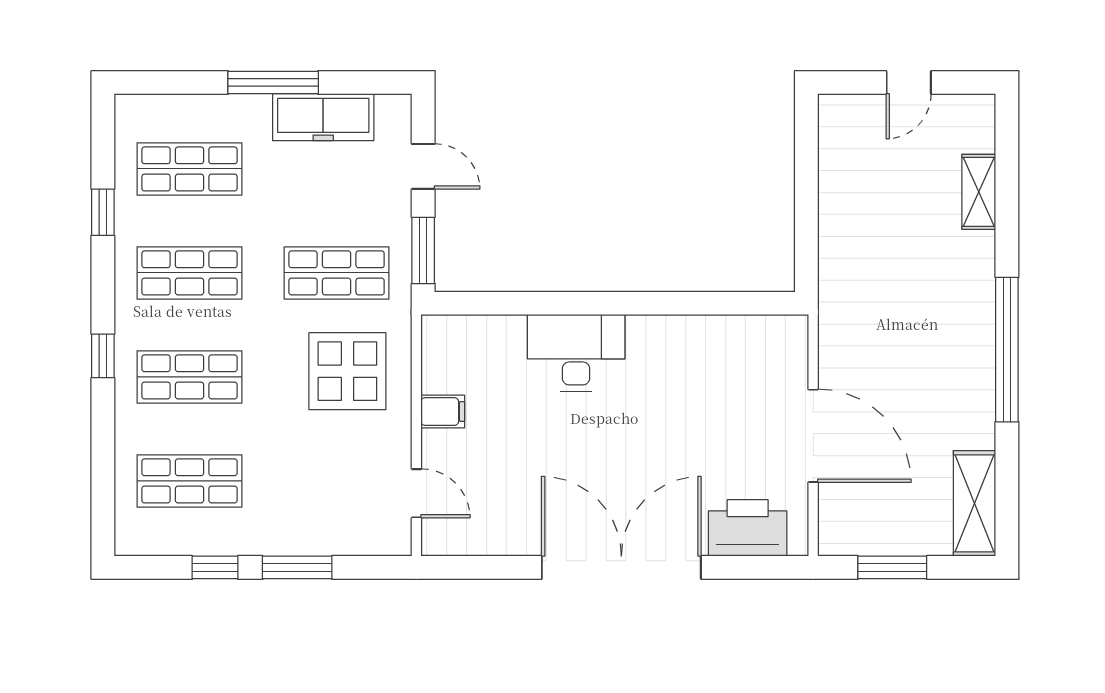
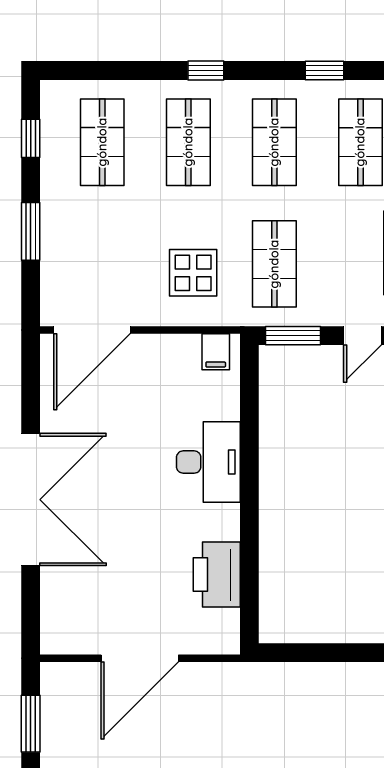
display table: (347, 371) -> (193, 273), width x0.73, depth x0.73
filing cabinet: (443, 412) -> (216, 352), moved
door: (416, 493) -> (92, 330), width x1.87
printer: (748, 528) -> (217, 575), moved, turned 180
window: (215, 567) -> (31, 138), moved

